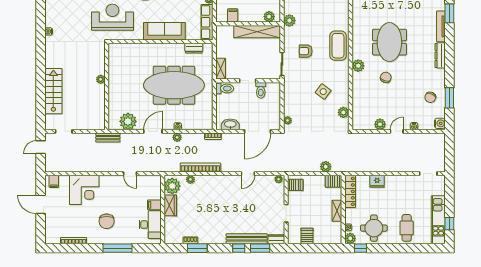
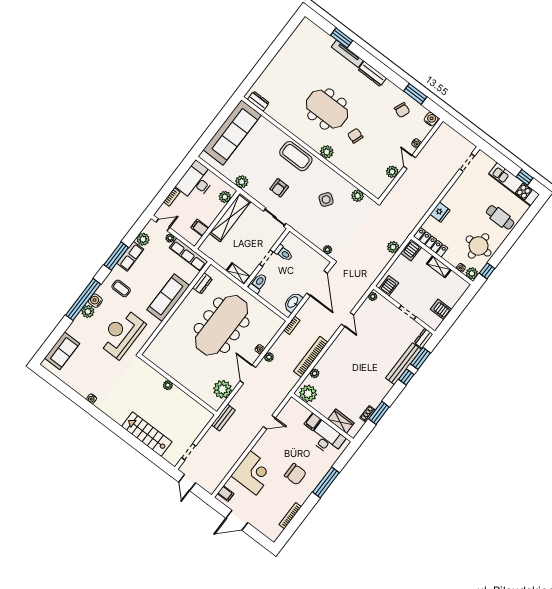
wardrobe: (170, 205) -> (341, 421), moved

